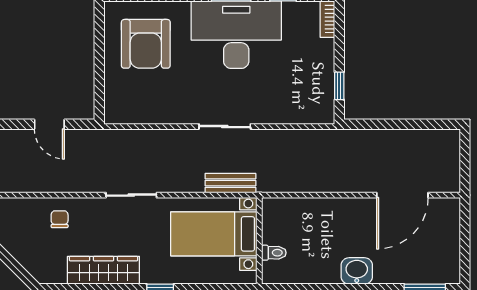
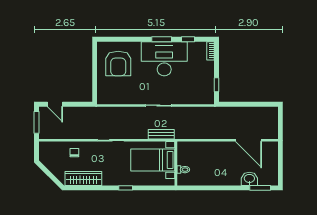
door: (49, 124) -> (55, 104), moved
door: (402, 195) -> (249, 140), hinge flipped
wardrobe: (103, 270) -> (83, 179), moved
washbasin: (357, 271) -> (249, 179), moved

